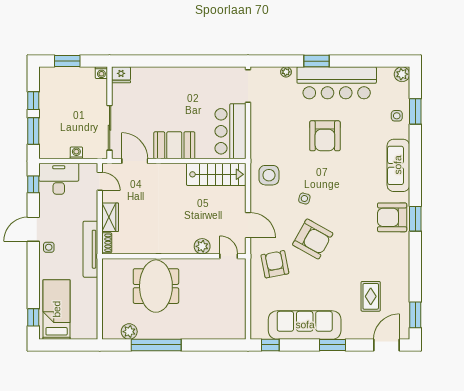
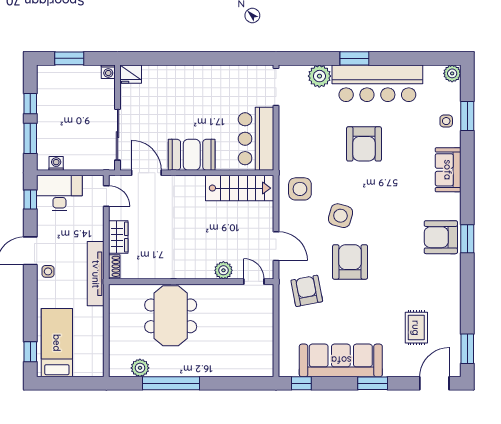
plant: (286, 72) -> (319, 76), width x1.88, depth x1.88
washing machine: (76, 153) -> (56, 163), moved
sofa: (398, 165) -> (448, 170), width x0.73
side table: (304, 199) -> (340, 216), width x1.87, depth x1.87
armchair: (313, 239) -> (350, 262), turned -119

